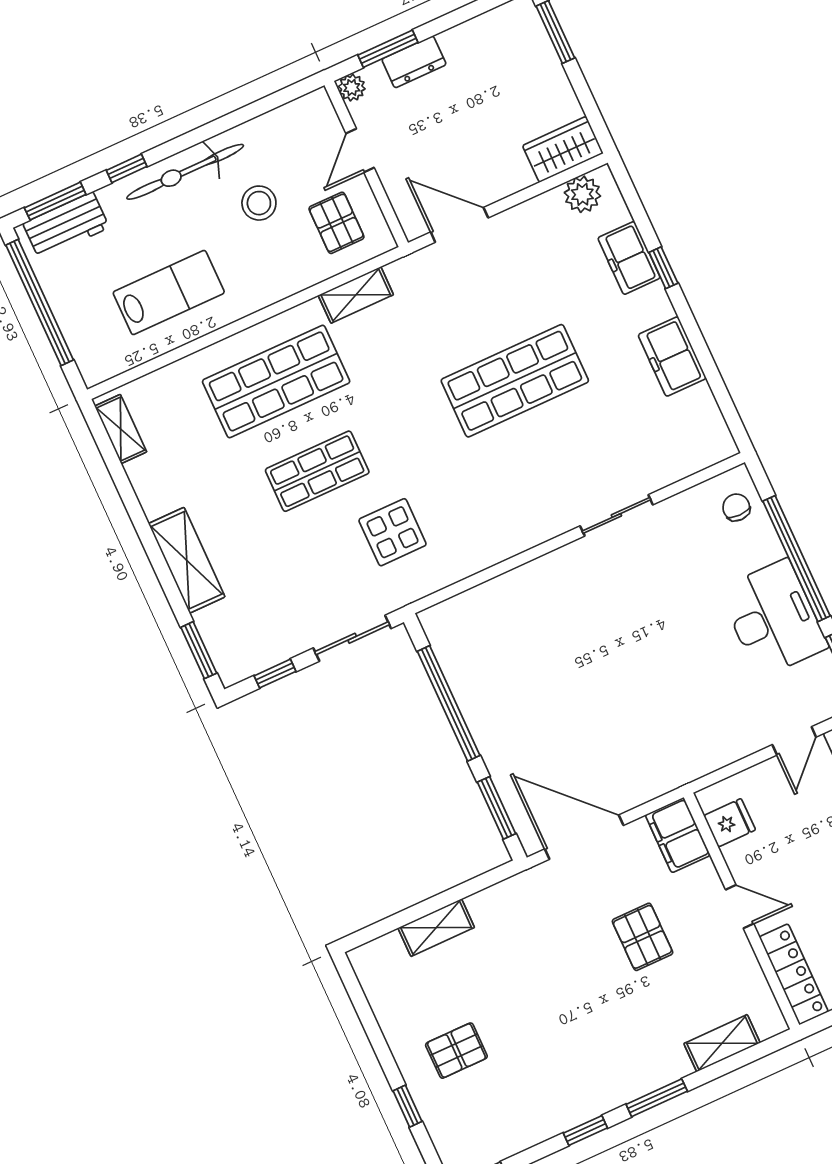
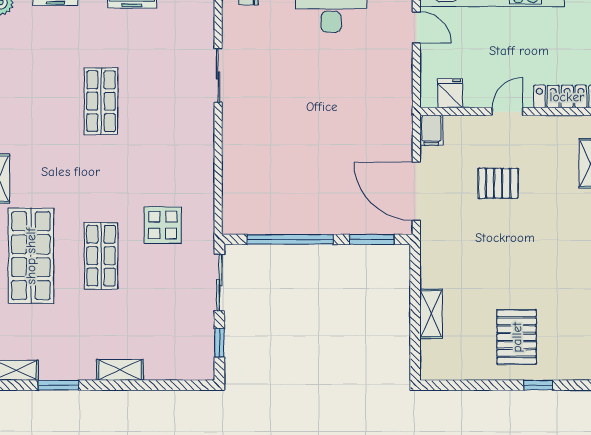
shop shelf: (515, 381) -> (101, 101), width x0.70, depth x0.74
shelving: (187, 560) -> (120, 370), width x0.67, depth x0.75
window: (199, 650) -> (58, 385), moved
filing cabinet: (678, 835) -> (431, 130), width x0.50
door: (584, 837) -> (416, 191), hinge flipped
pallet: (456, 1051) -> (517, 337), width x1.50, depth x1.42

